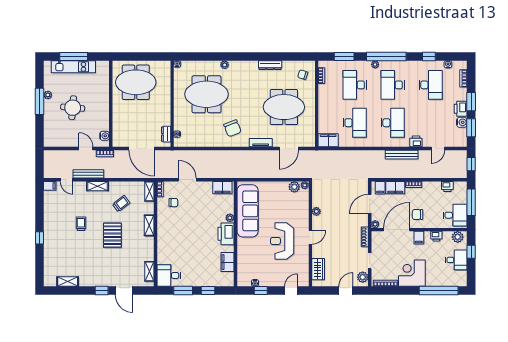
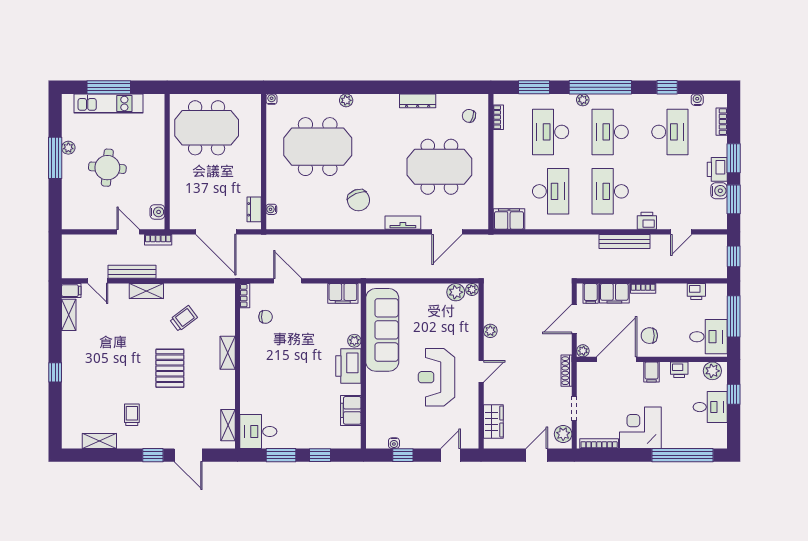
desk: (393, 123) -> (610, 191), turned 180
shelving: (149, 191) -> (69, 315), moved
trolley: (81, 224) -> (132, 415), moved

